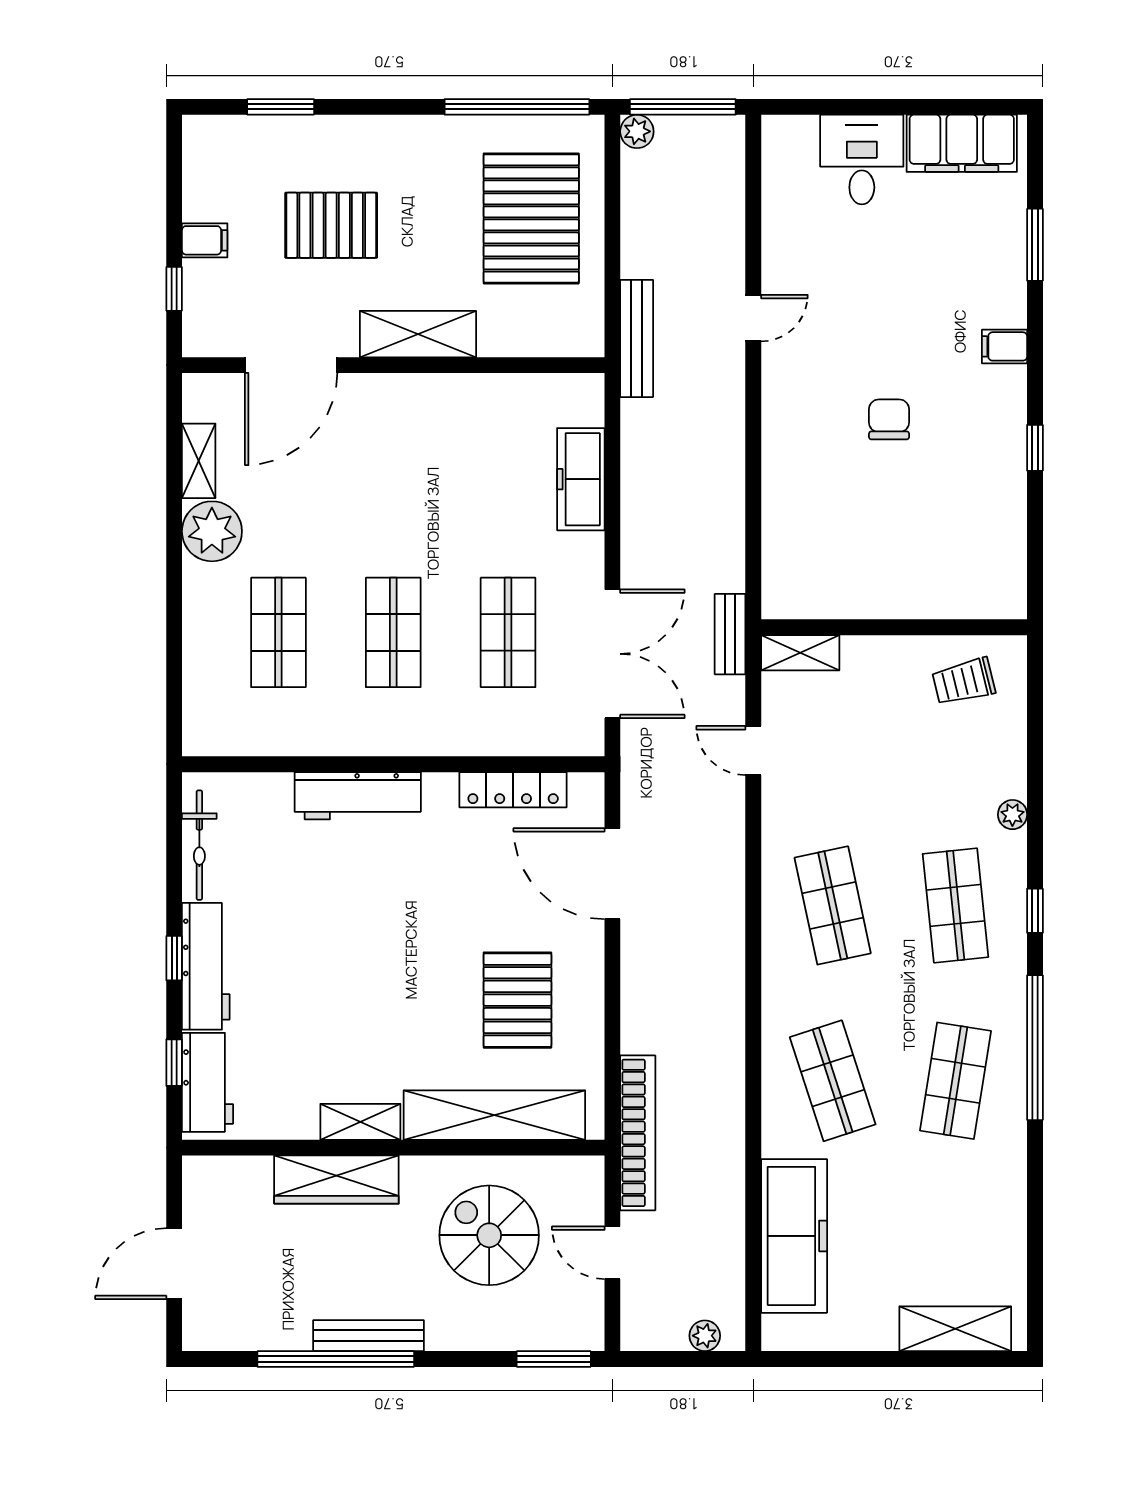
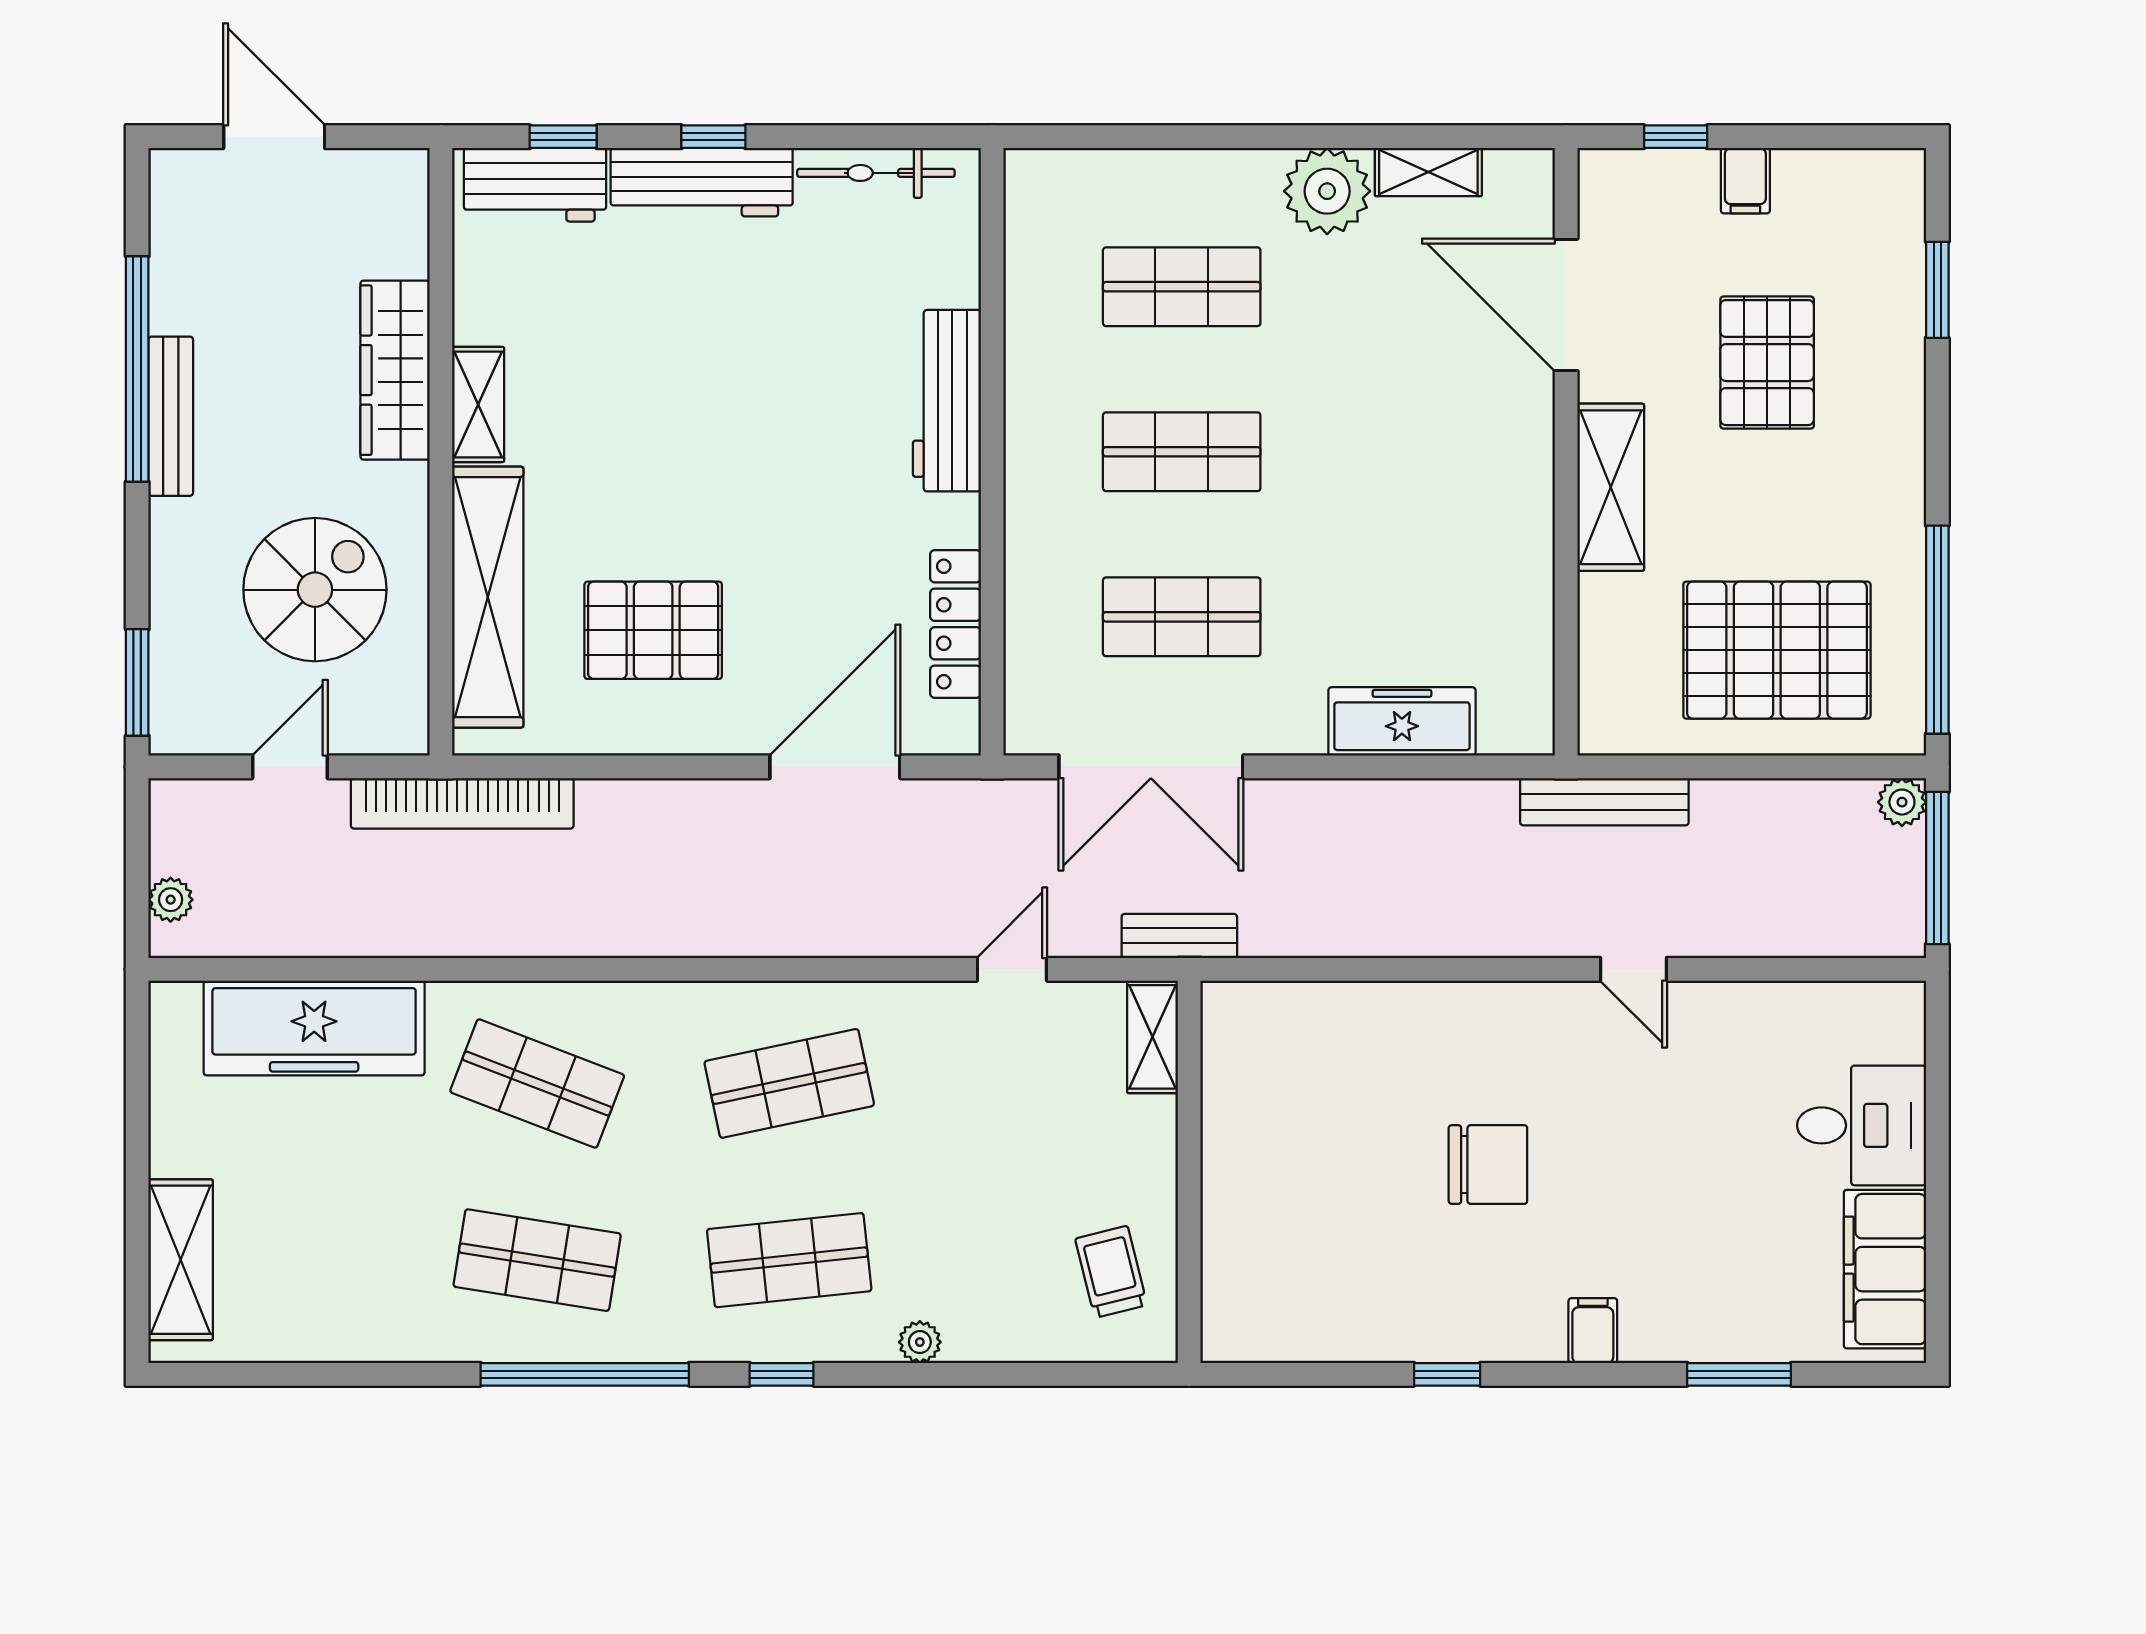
chair: (889, 419) -> (1488, 1165), width x1.37, depth x1.37
shop shelf: (833, 1081) -> (537, 1083), turned 39

